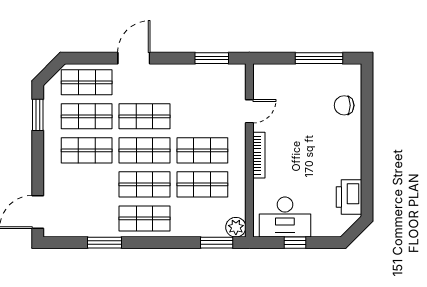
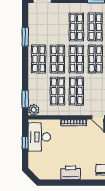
printer: (349, 197) -> (71, 173), moved

